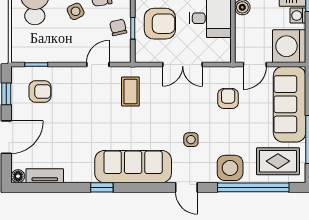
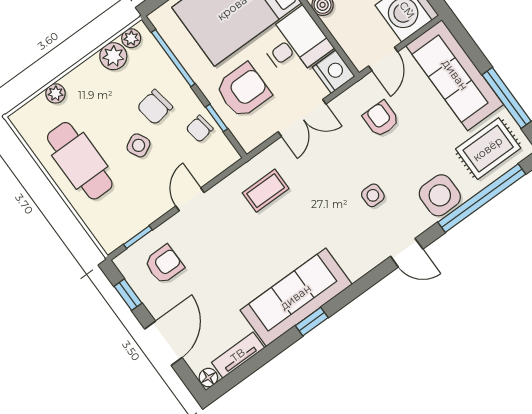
chair: (118, 27) -> (200, 129), turned -86
nightstand: (220, 51) -> (334, 72), added
door: (98, 65) -> (190, 199), moved
coffee table: (130, 91) -> (266, 191), turned 90
sofa: (133, 167) -> (296, 297), moved

